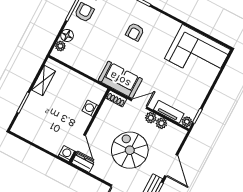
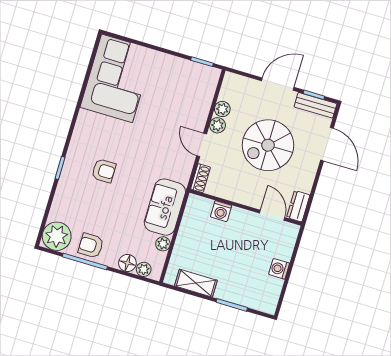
sofa: (120, 80) -> (165, 207), moved
tv unit: (169, 112) -> (204, 102), removed
plant: (187, 122) -> (163, 244), moved
door: (80, 143) -> (272, 215), hinge flipped
washing machine: (66, 154) -> (279, 269), moved

